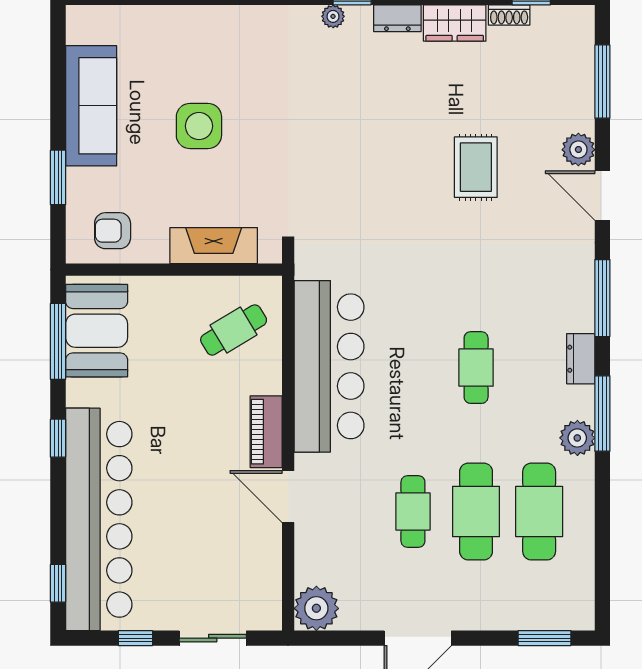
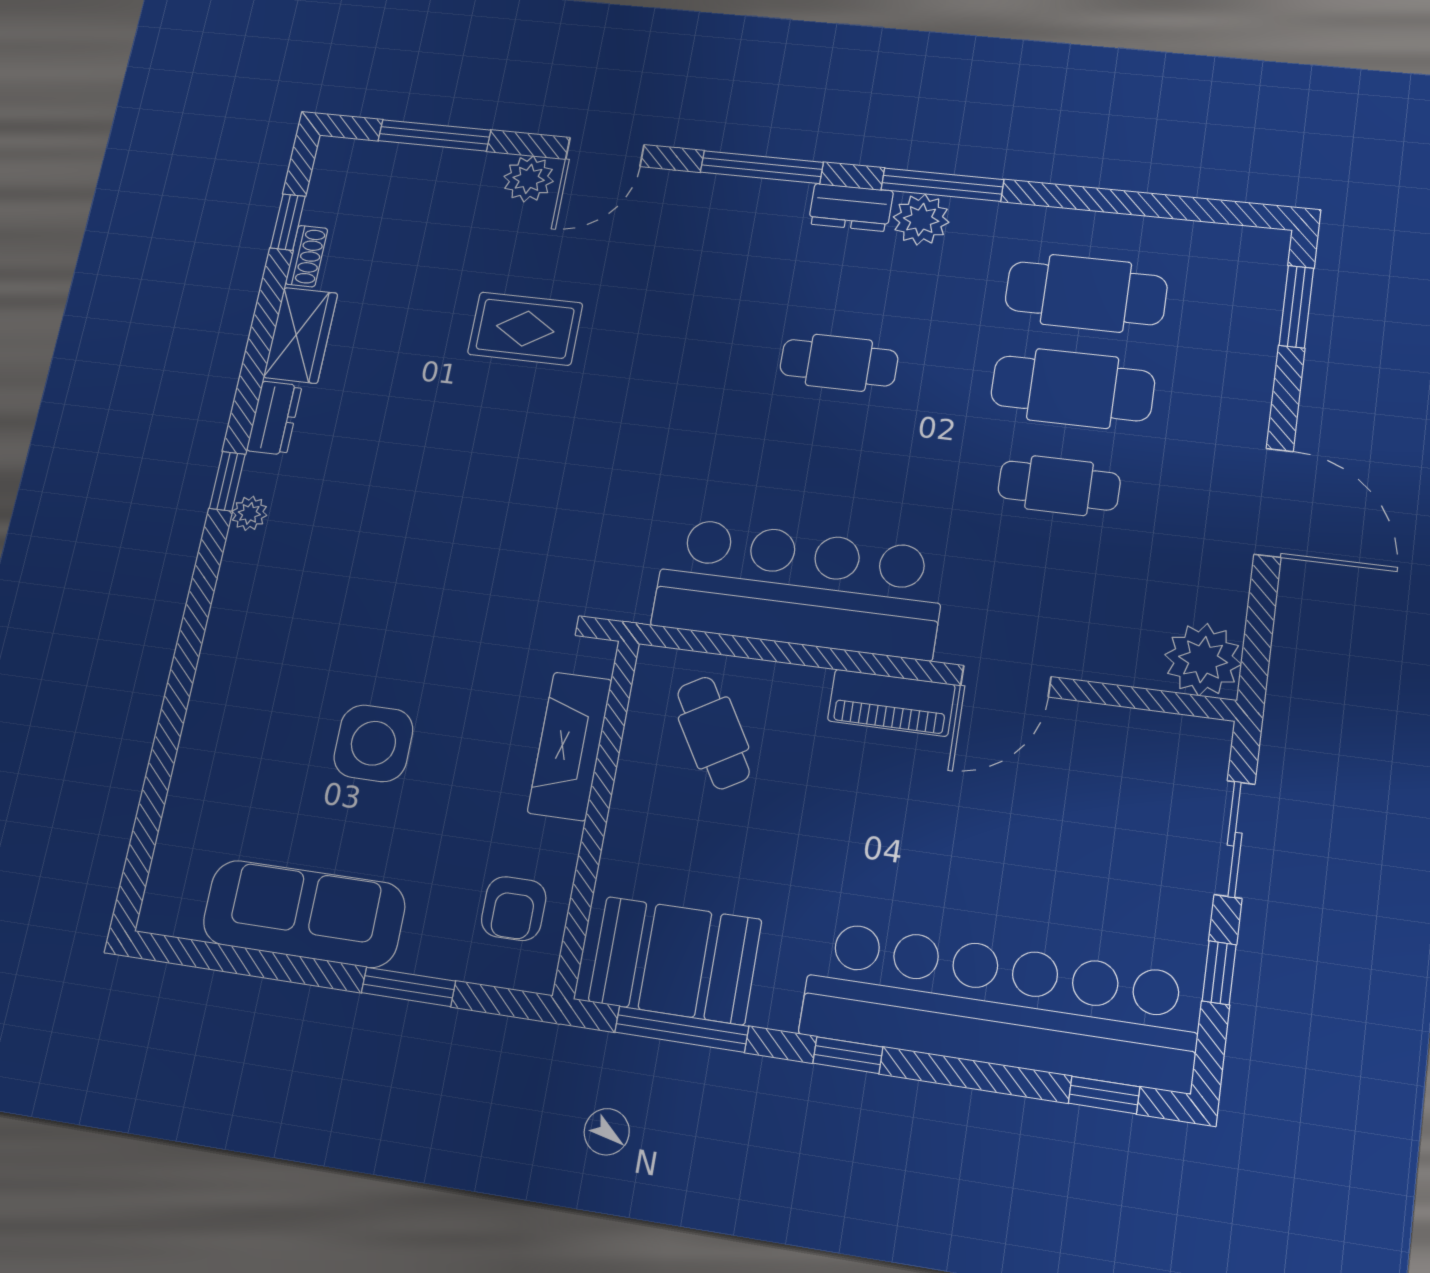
plant: (577, 438) -> (921, 220), moved

